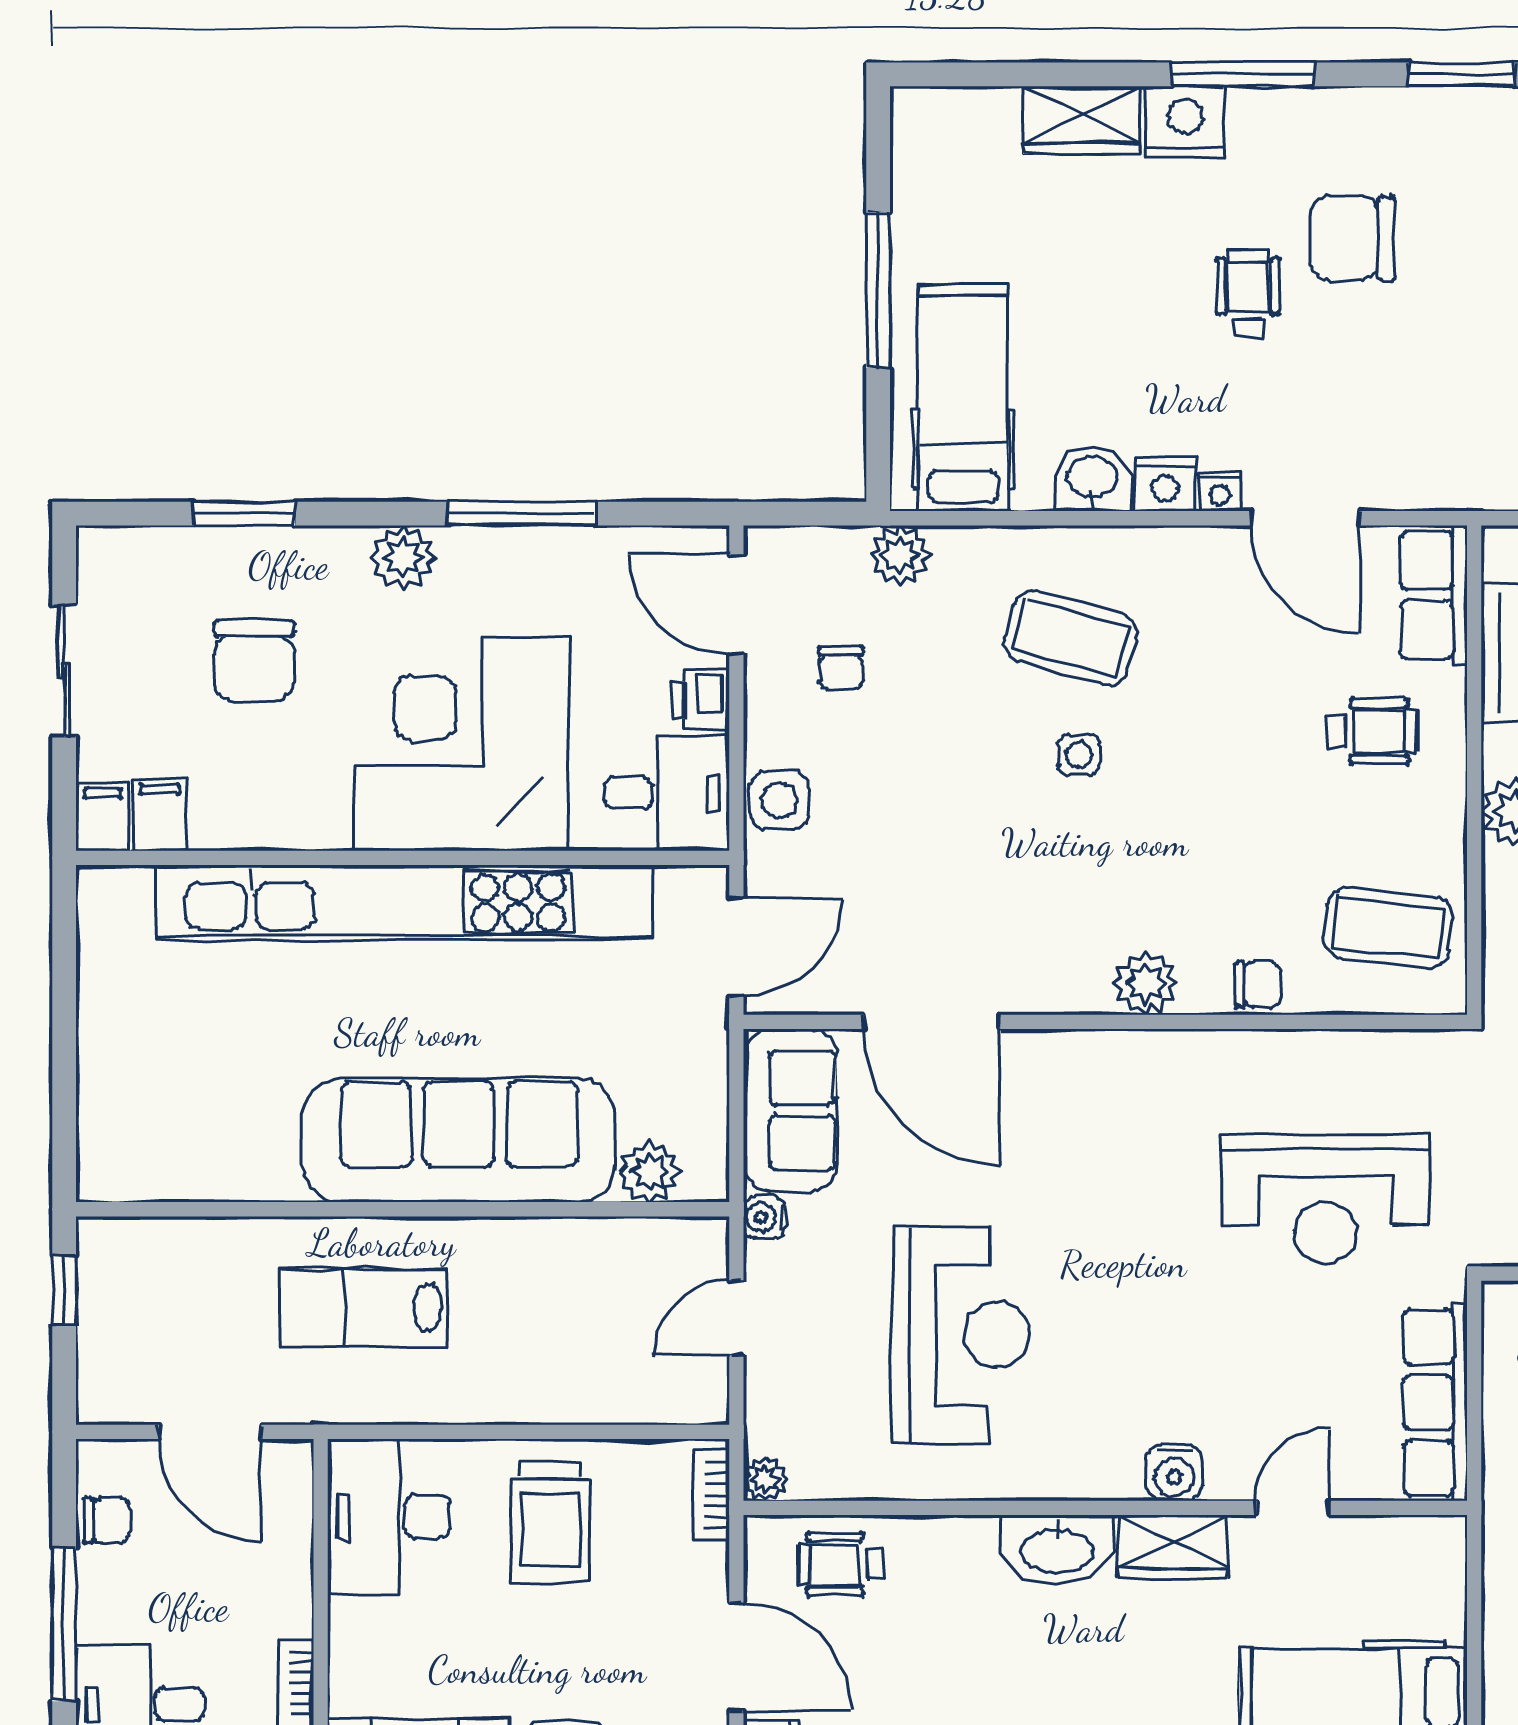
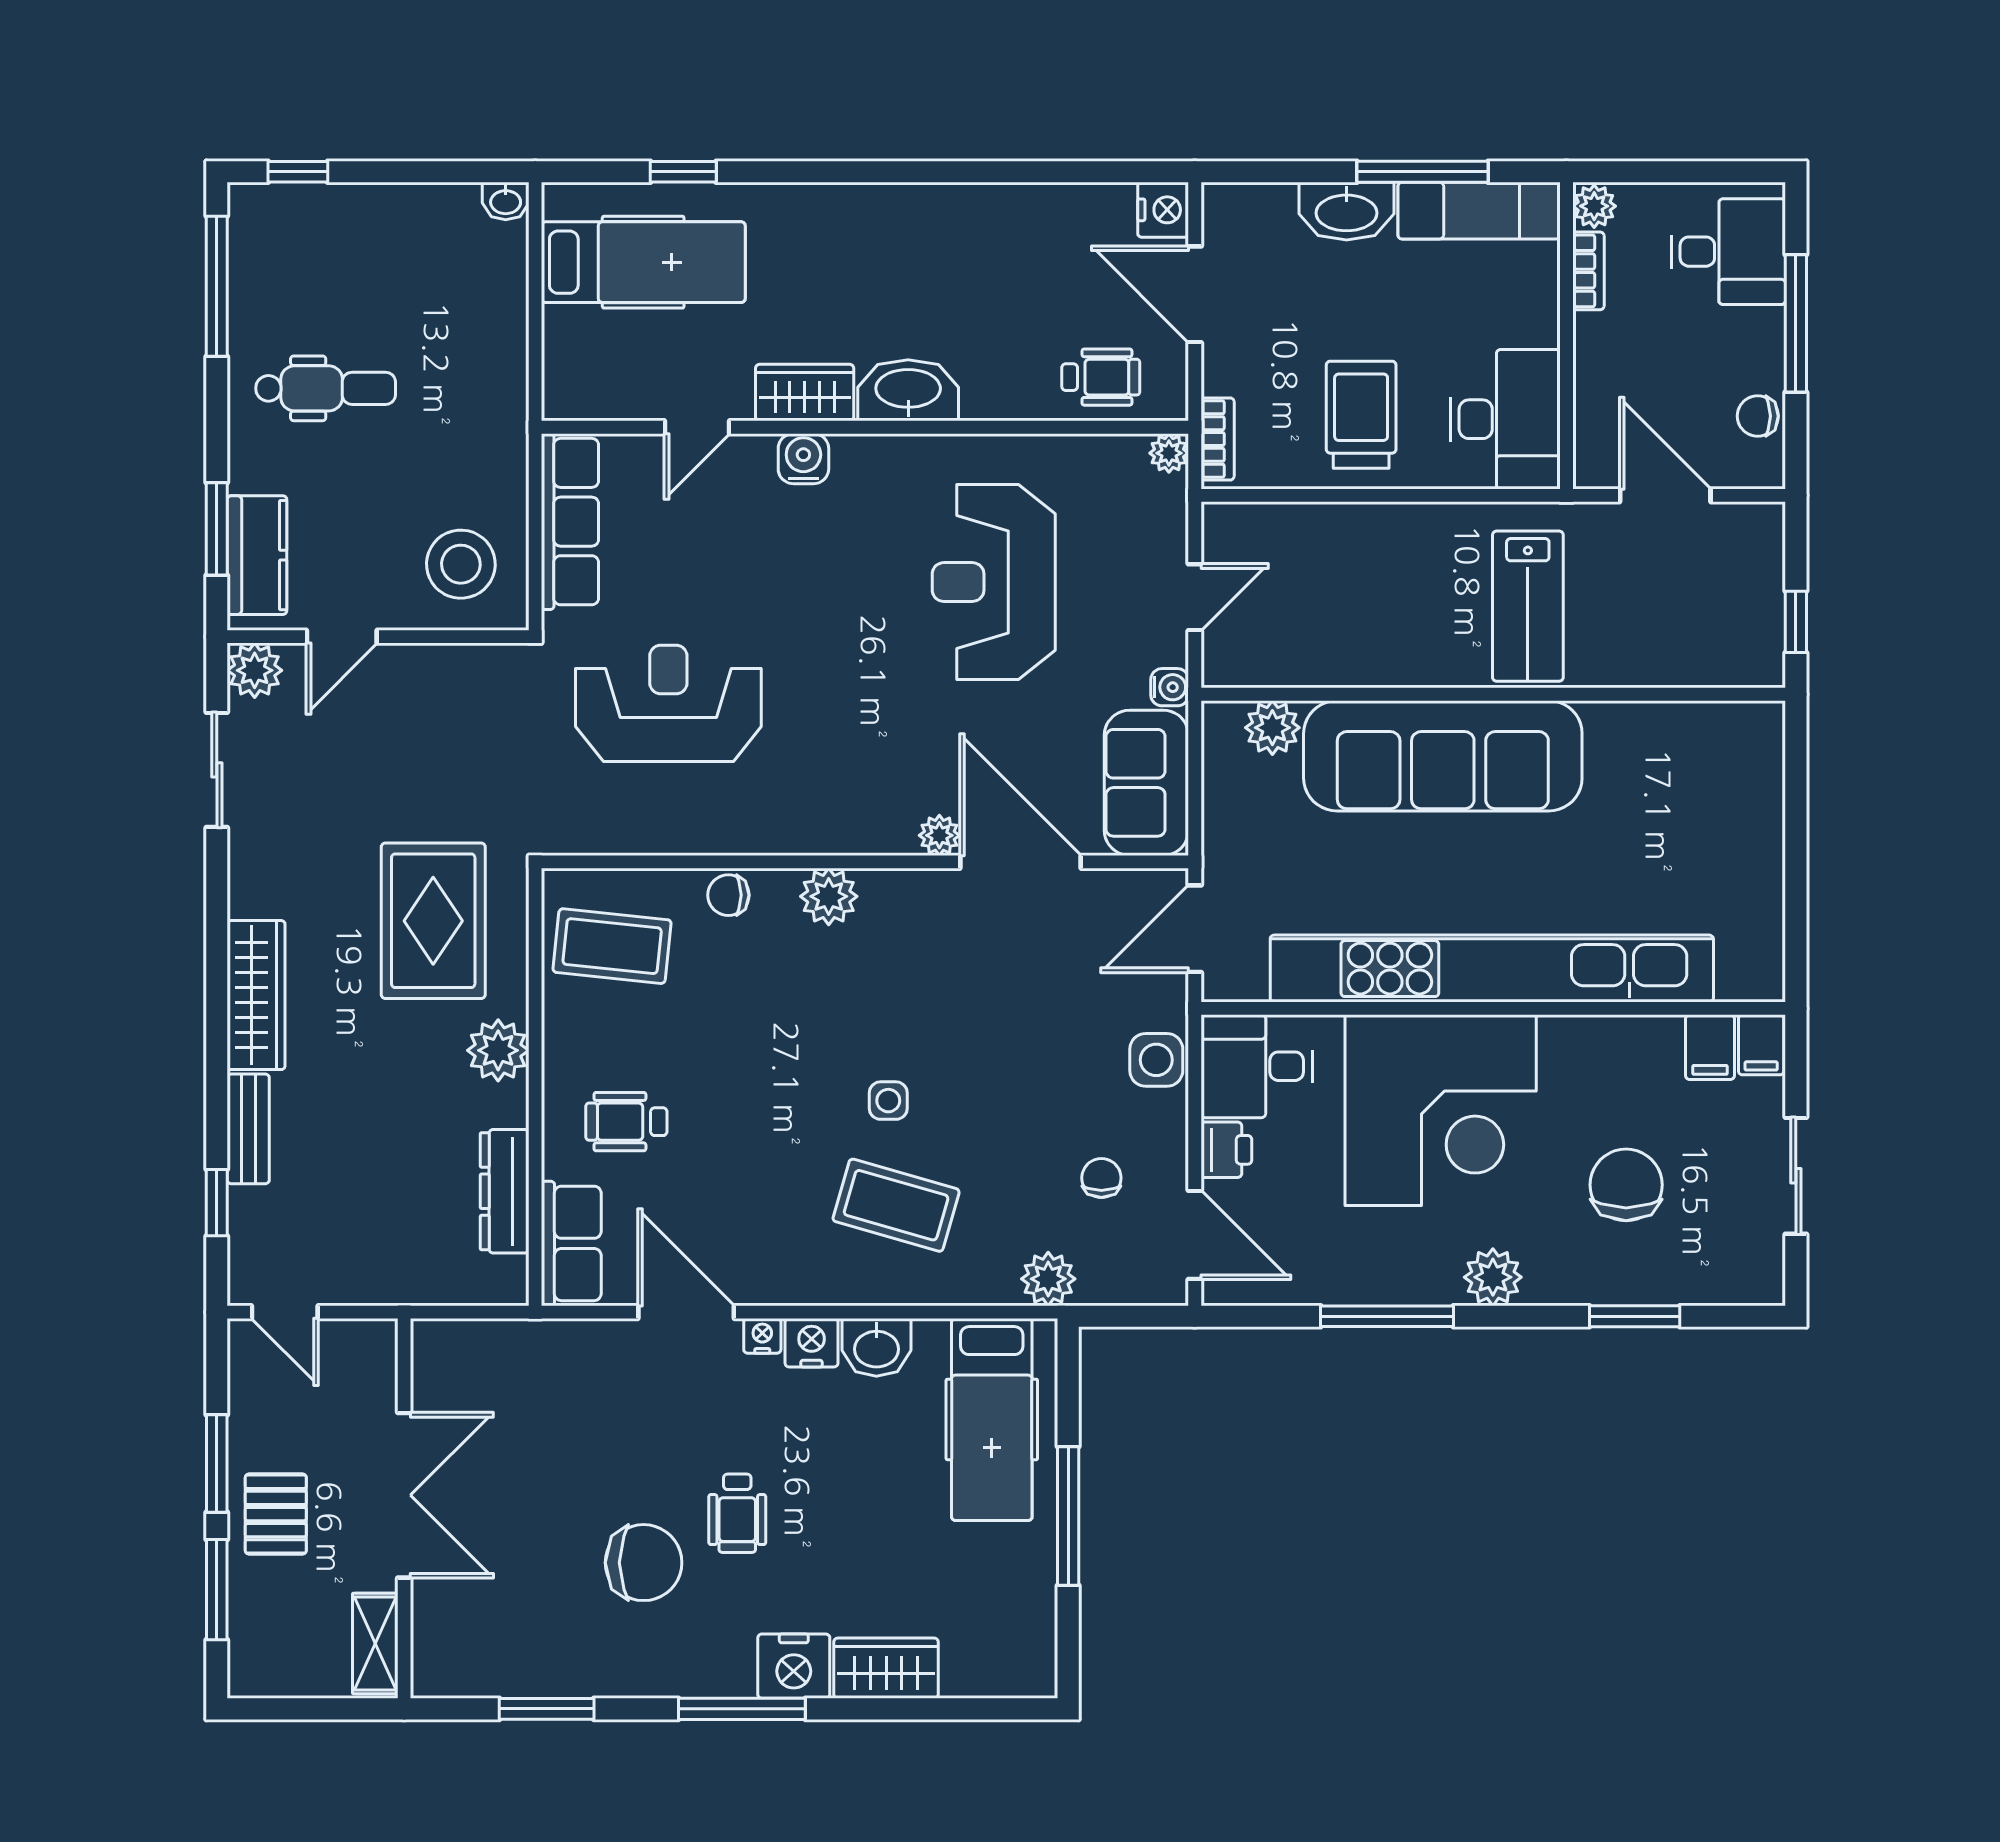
plant: (1022, 1051) -> (939, 835), added
lab bench: (364, 1308) -> (1528, 606), turned 90

